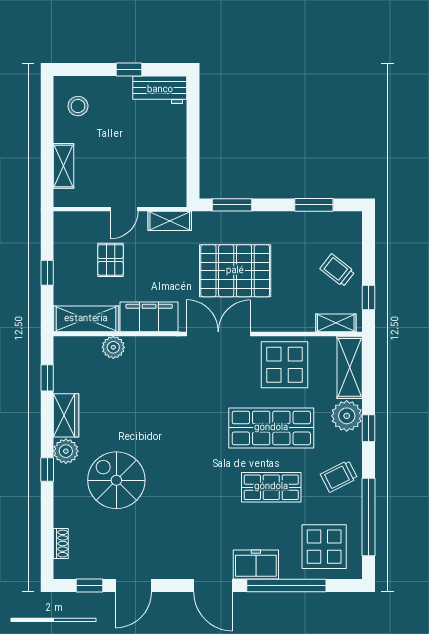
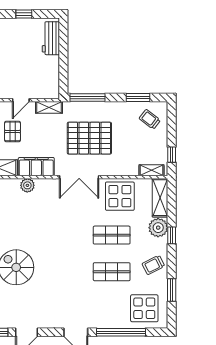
workbench: (160, 90) -> (51, 38), moved, turned 90
window: (232, 205) -> (87, 98), width x1.44
trolley: (337, 270) -> (150, 119), moved
double door: (218, 334) -> (79, 177), swing flipped
plant: (113, 347) -> (27, 185), moved
shop shelf: (271, 428) -> (112, 235), width x0.70, depth x0.74
window: (369, 517) -> (172, 290), width x0.47
freezer: (256, 565) -> (102, 319), removed

